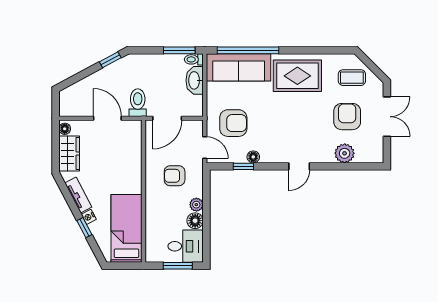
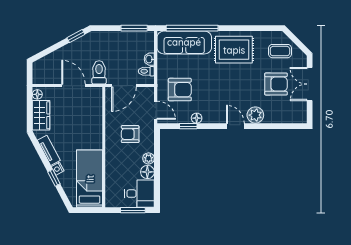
toilet: (194, 59) -> (146, 71), moved
washbasin: (195, 80) -> (149, 59), width x0.52, depth x0.69
armchair: (347, 117) -> (276, 84), turned 90
double door: (387, 117) -> (310, 84), swing flipped
plant: (345, 153) -> (255, 115), moved
door: (299, 166) -> (235, 126), swing flipped

